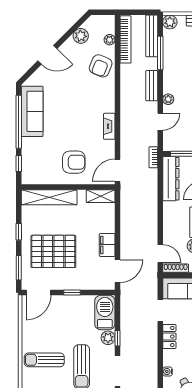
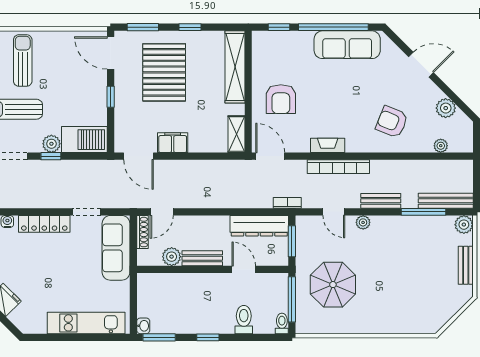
bookcase: (126, 39) -> (338, 167), moved
door: (47, 55) -> (421, 65), swing flipped
armchair: (101, 66) -> (392, 122), moved
locker: (169, 337) -> (44, 224), width x1.53

